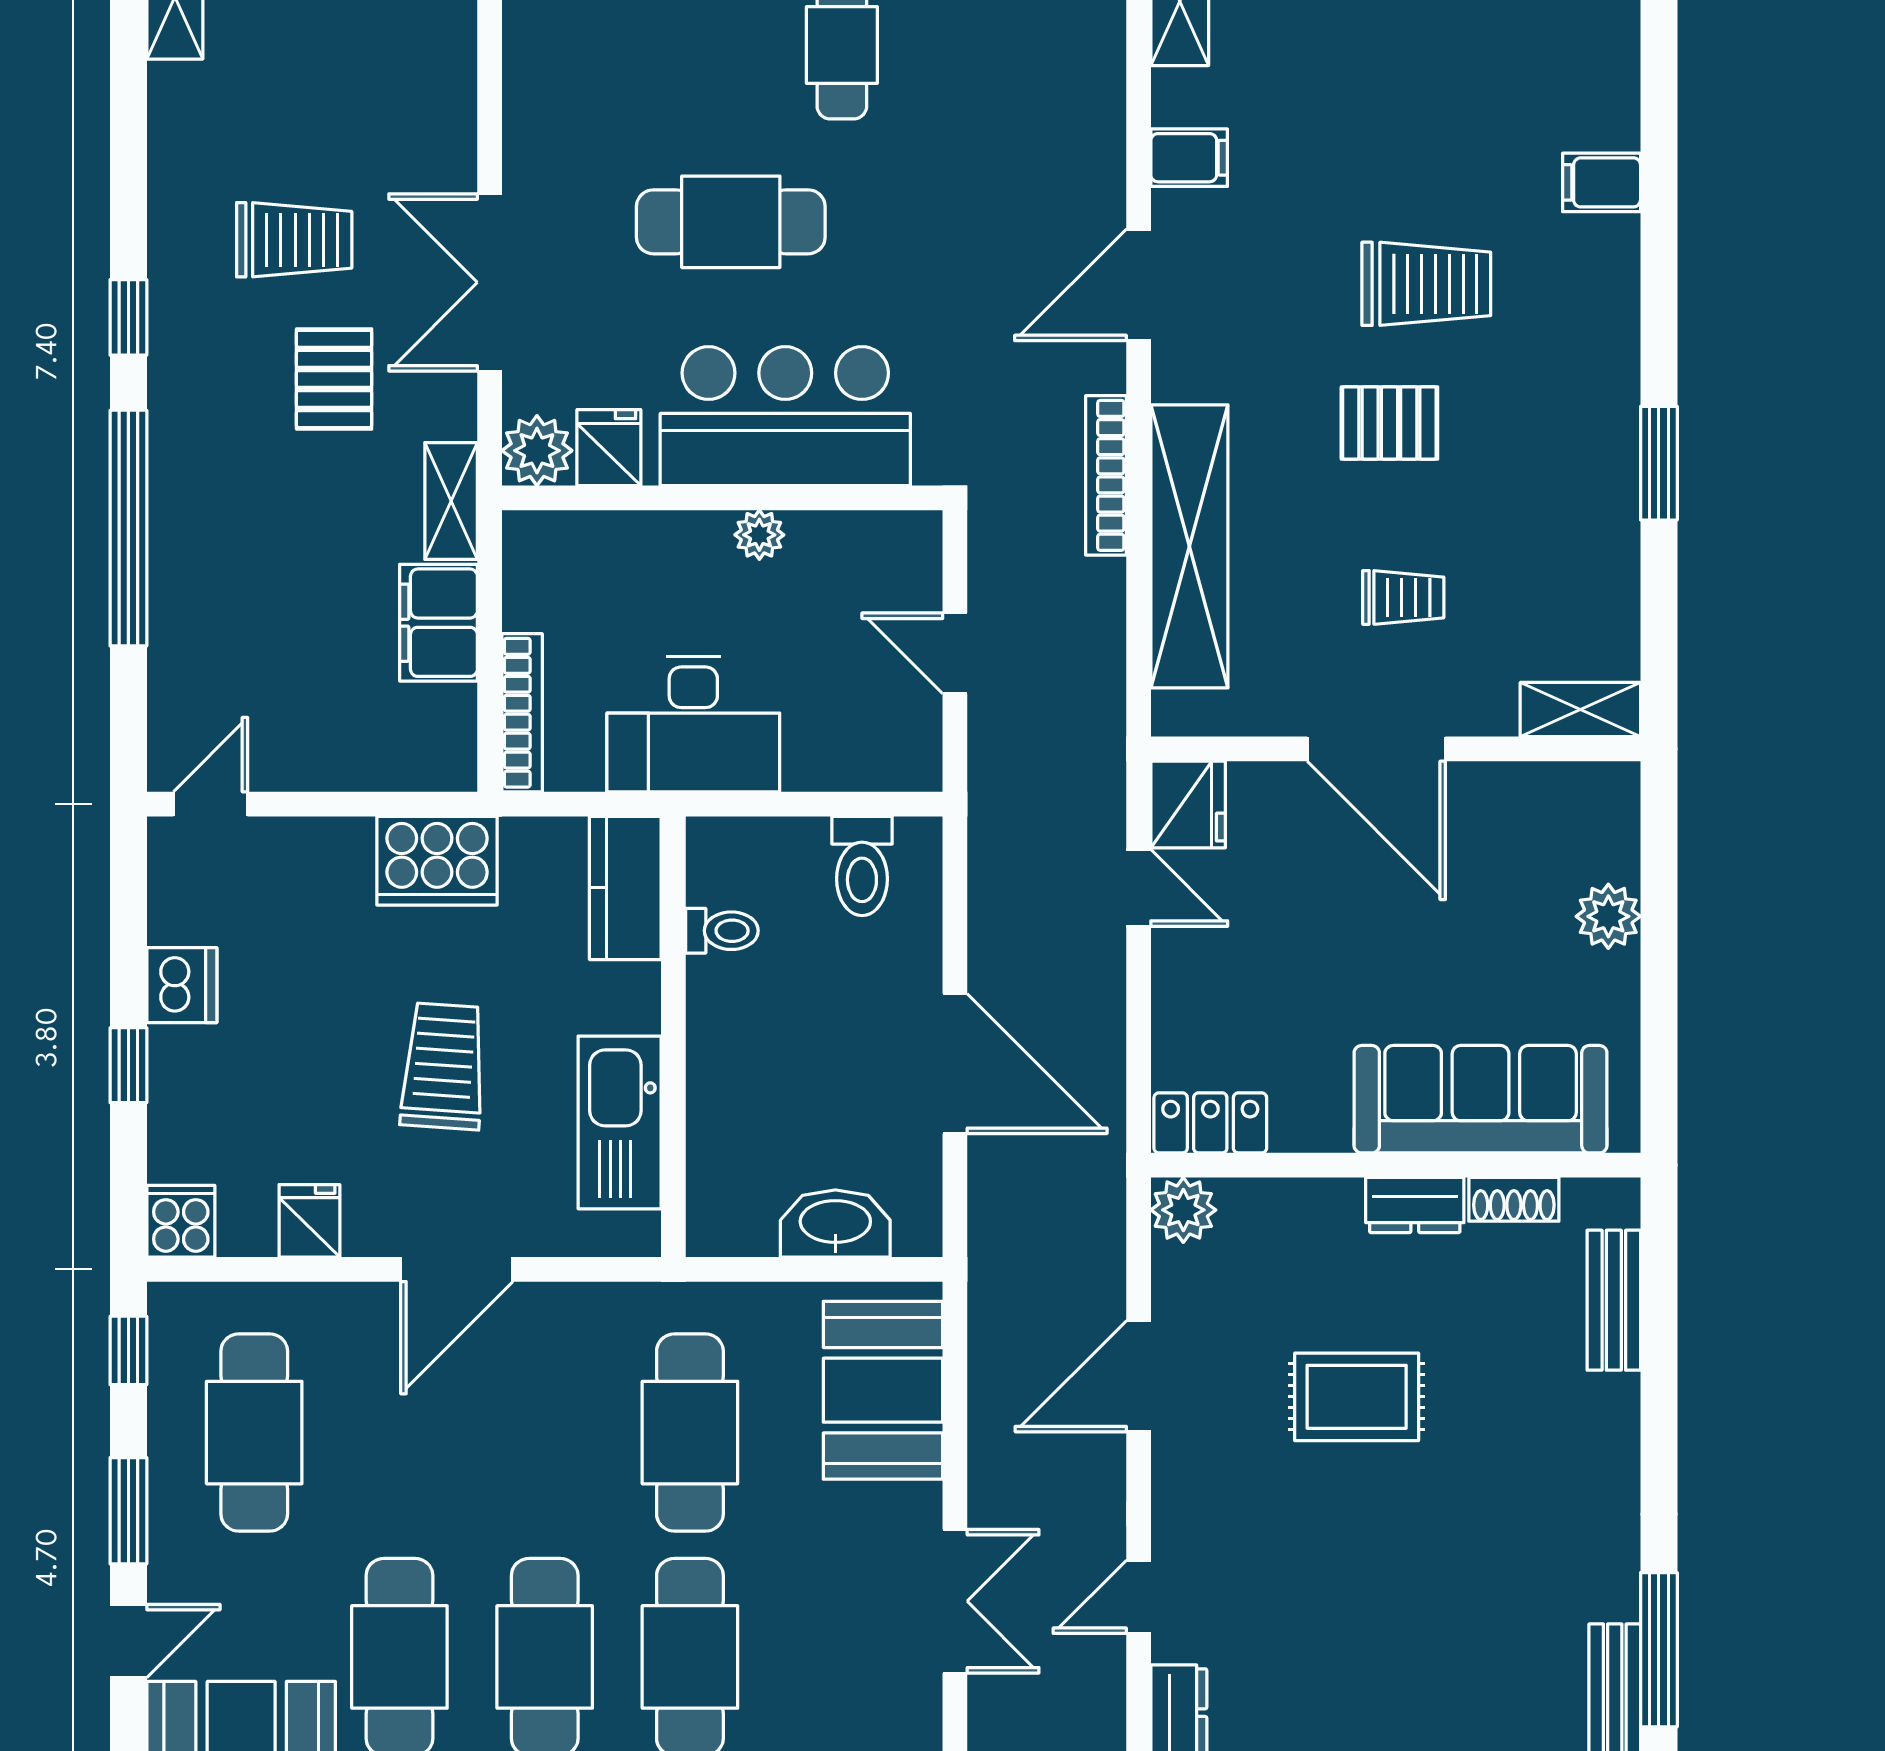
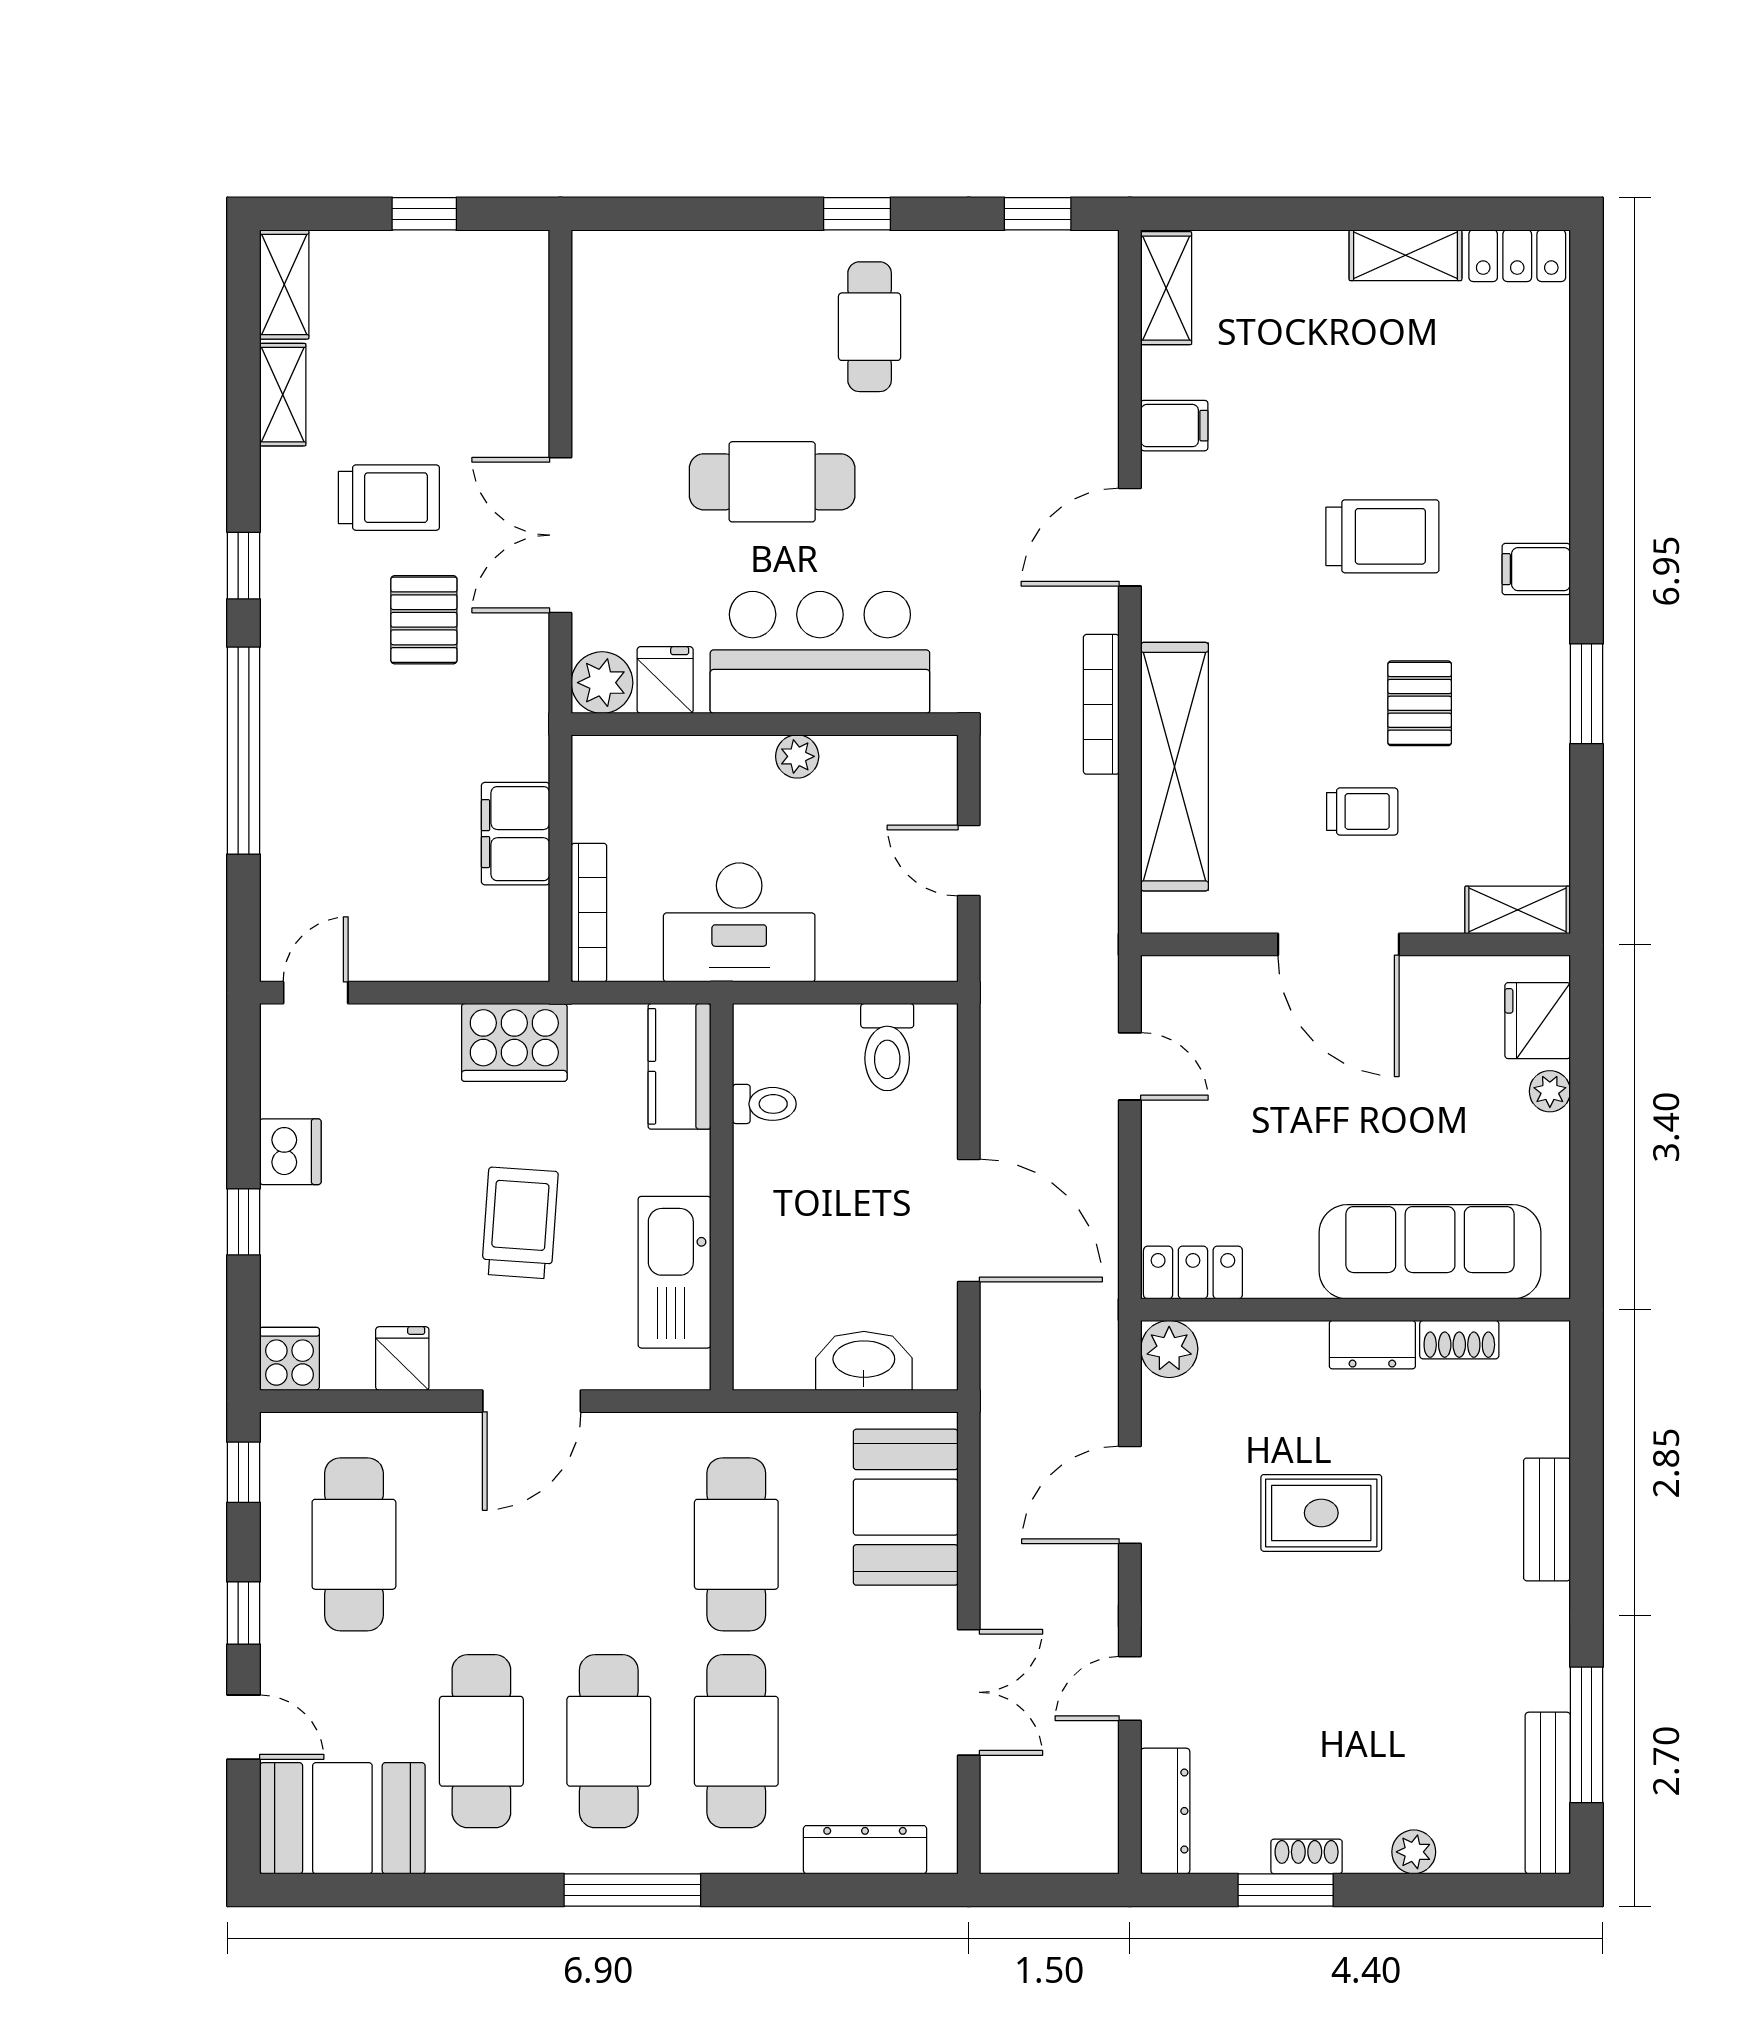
filing cabinet: (1602, 182) -> (1536, 569), moved
pallet: (1389, 423) -> (1420, 703), moved, turned 90
shelving: (451, 501) -> (283, 395), moved
fridge: (1188, 804) -> (1538, 1021), moved, turned 180
plant: (1608, 916) -> (1550, 1091), width x0.73, depth x0.73
bench: (1614, 1300) -> (1547, 1519), moved
window: (128, 1511) -> (244, 1613), width x0.67
door: (128, 1641) -> (244, 1727), hinge flipped

